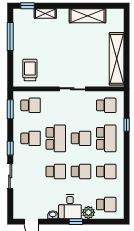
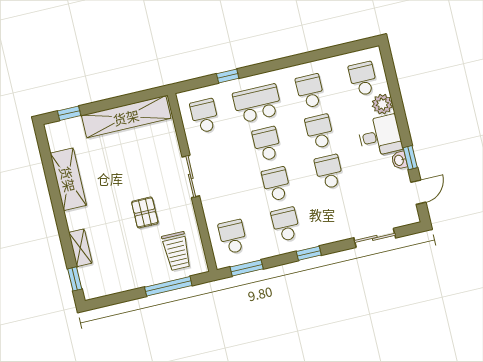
window: (127, 25) -> (69, 113), added
window: (10, 37) -> (168, 286), moved
pallet: (57, 57) -> (145, 212), added
trolley: (30, 70) -> (177, 251), turned -90
school desk: (56, 138) -> (276, 184), width x0.54
sliding door: (10, 176) -> (375, 238), moved
window: (76, 222) -> (410, 158), moved

